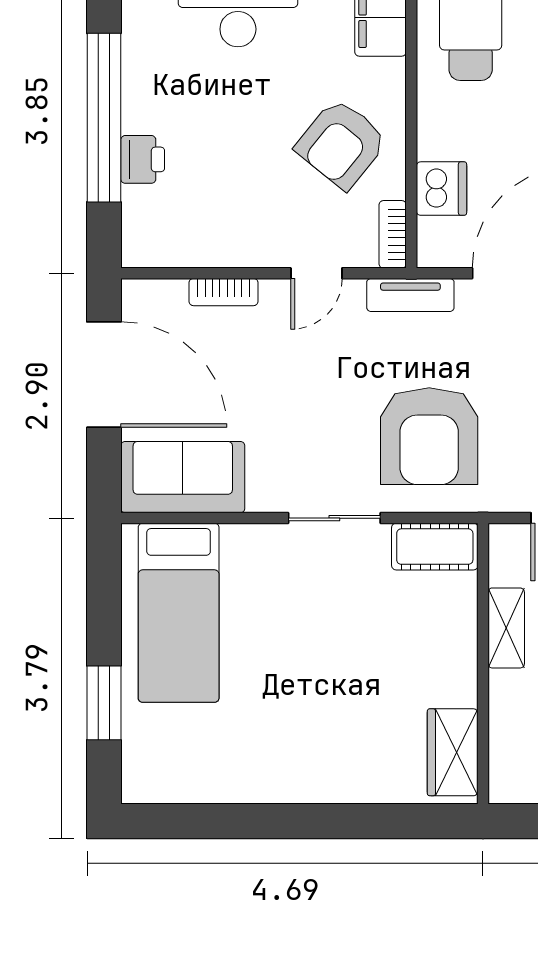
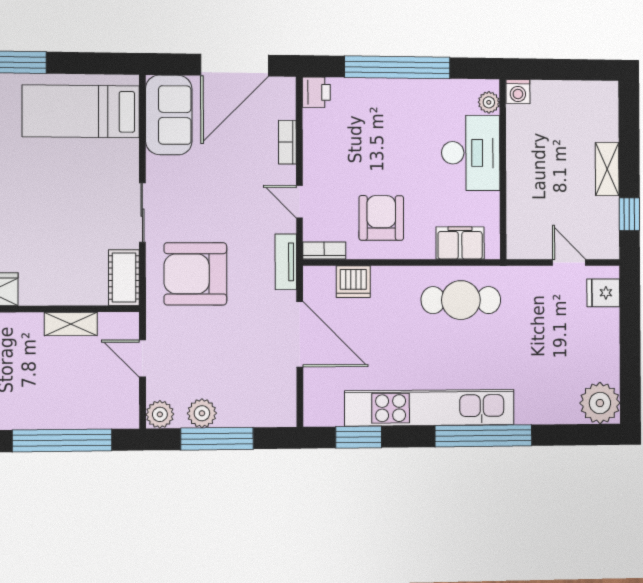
armchair: (341, 144) -> (381, 218), turned 51
printer: (143, 159) -> (316, 92), moved, turned -90

